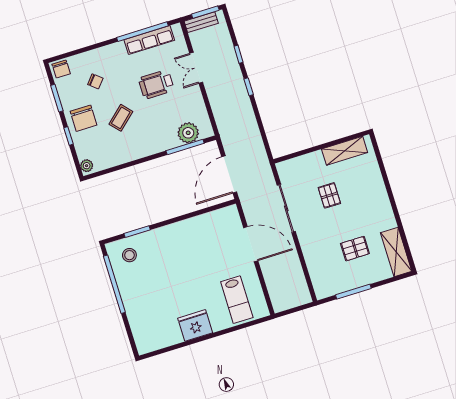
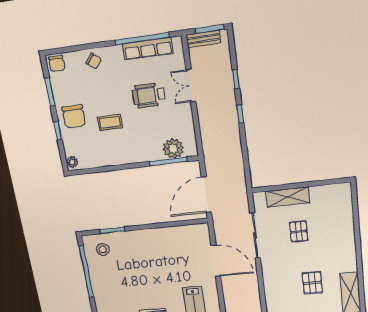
chair: (95, 81) -> (94, 61), moved
coffee table: (121, 118) -> (110, 122), turned 42
shelving: (345, 151) -> (288, 197), moved
pallet: (355, 249) -> (312, 283), turned 90

